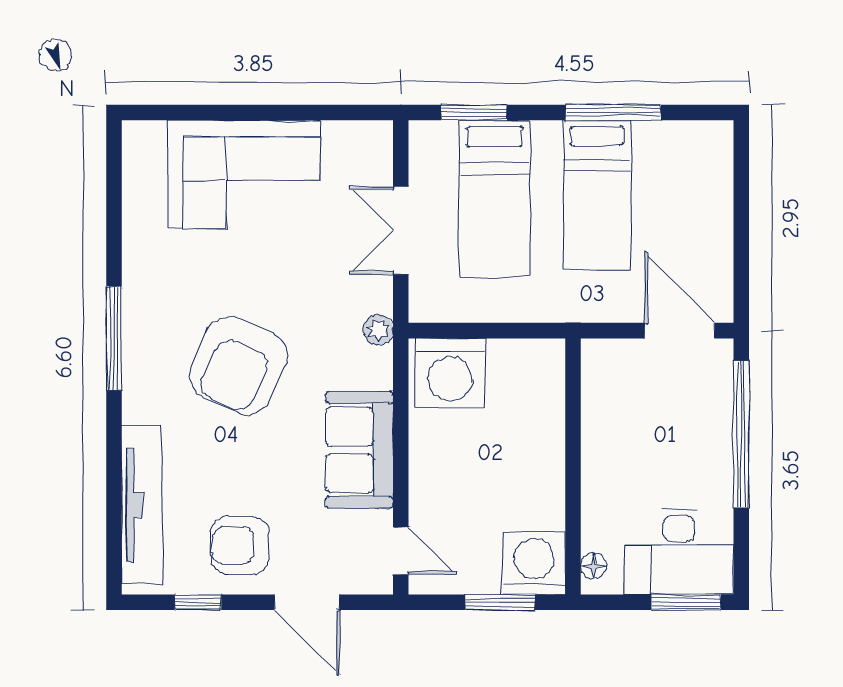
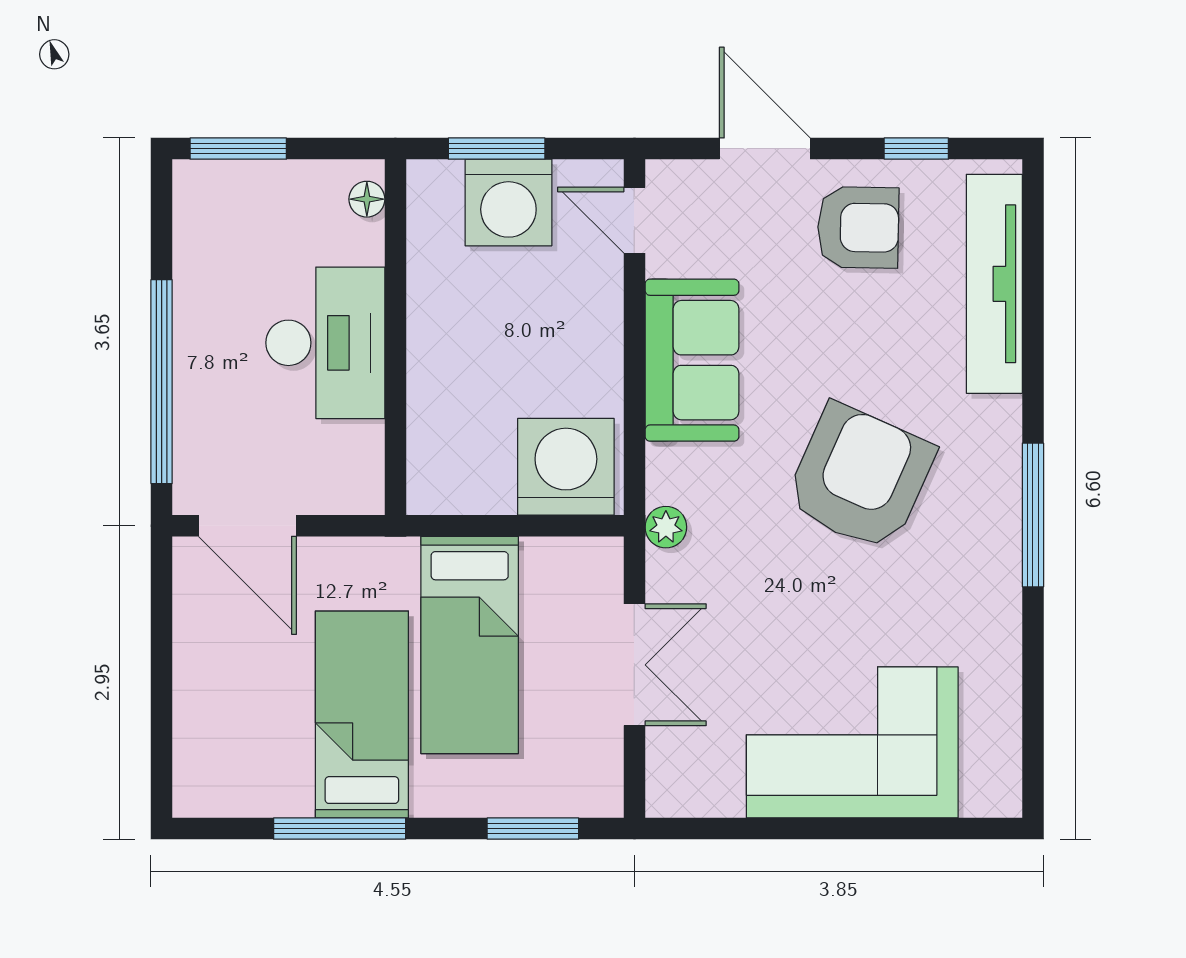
bed: (495, 198) -> (470, 645), moved, turned 180
desk: (679, 552) -> (325, 343), moved, turned 90
washing machine: (534, 563) -> (508, 202), moved

